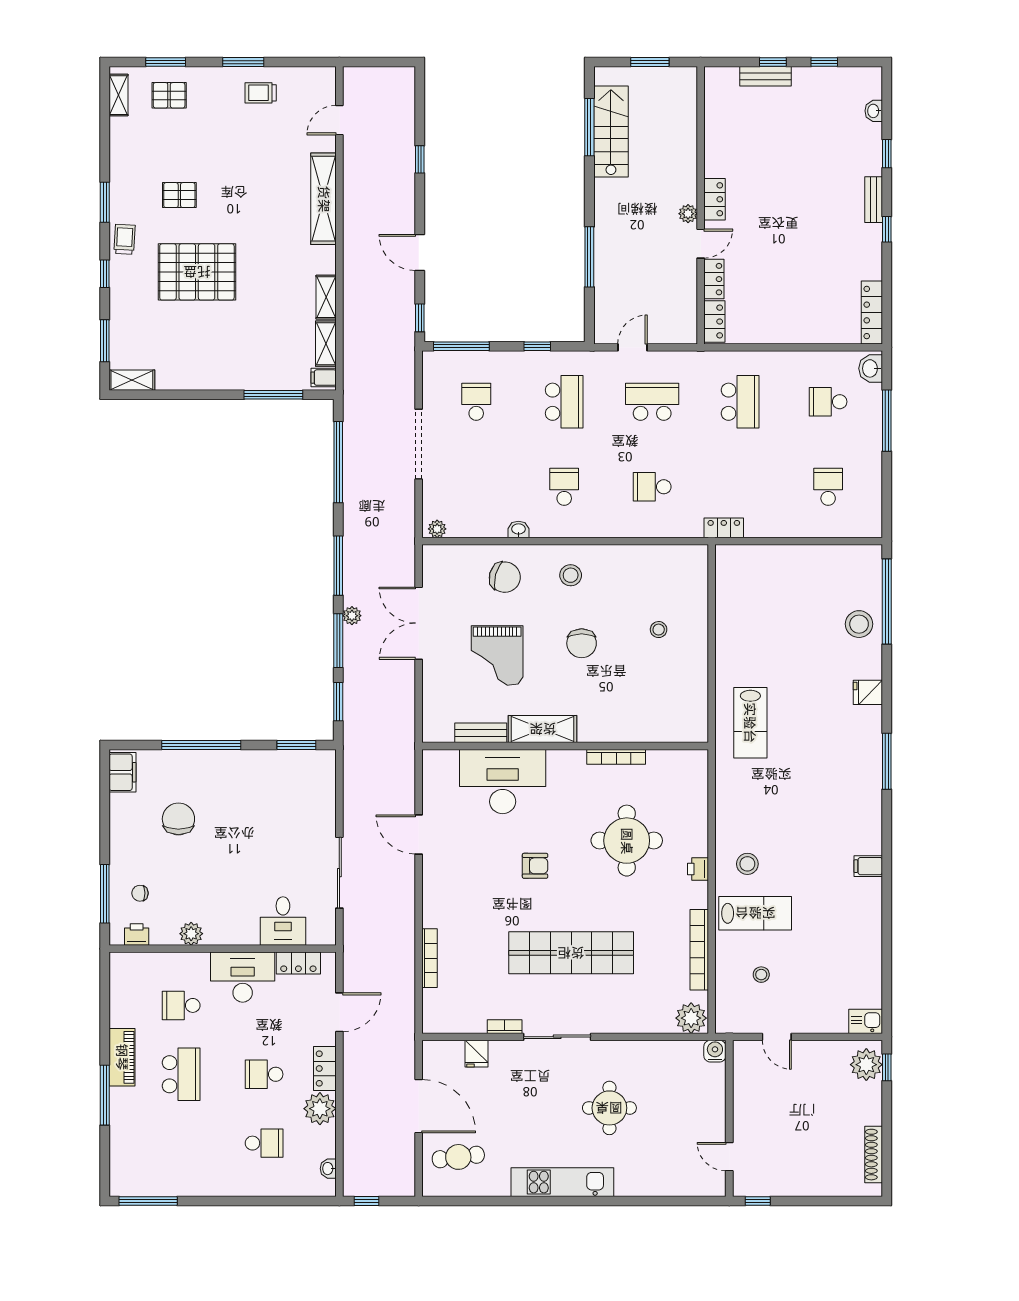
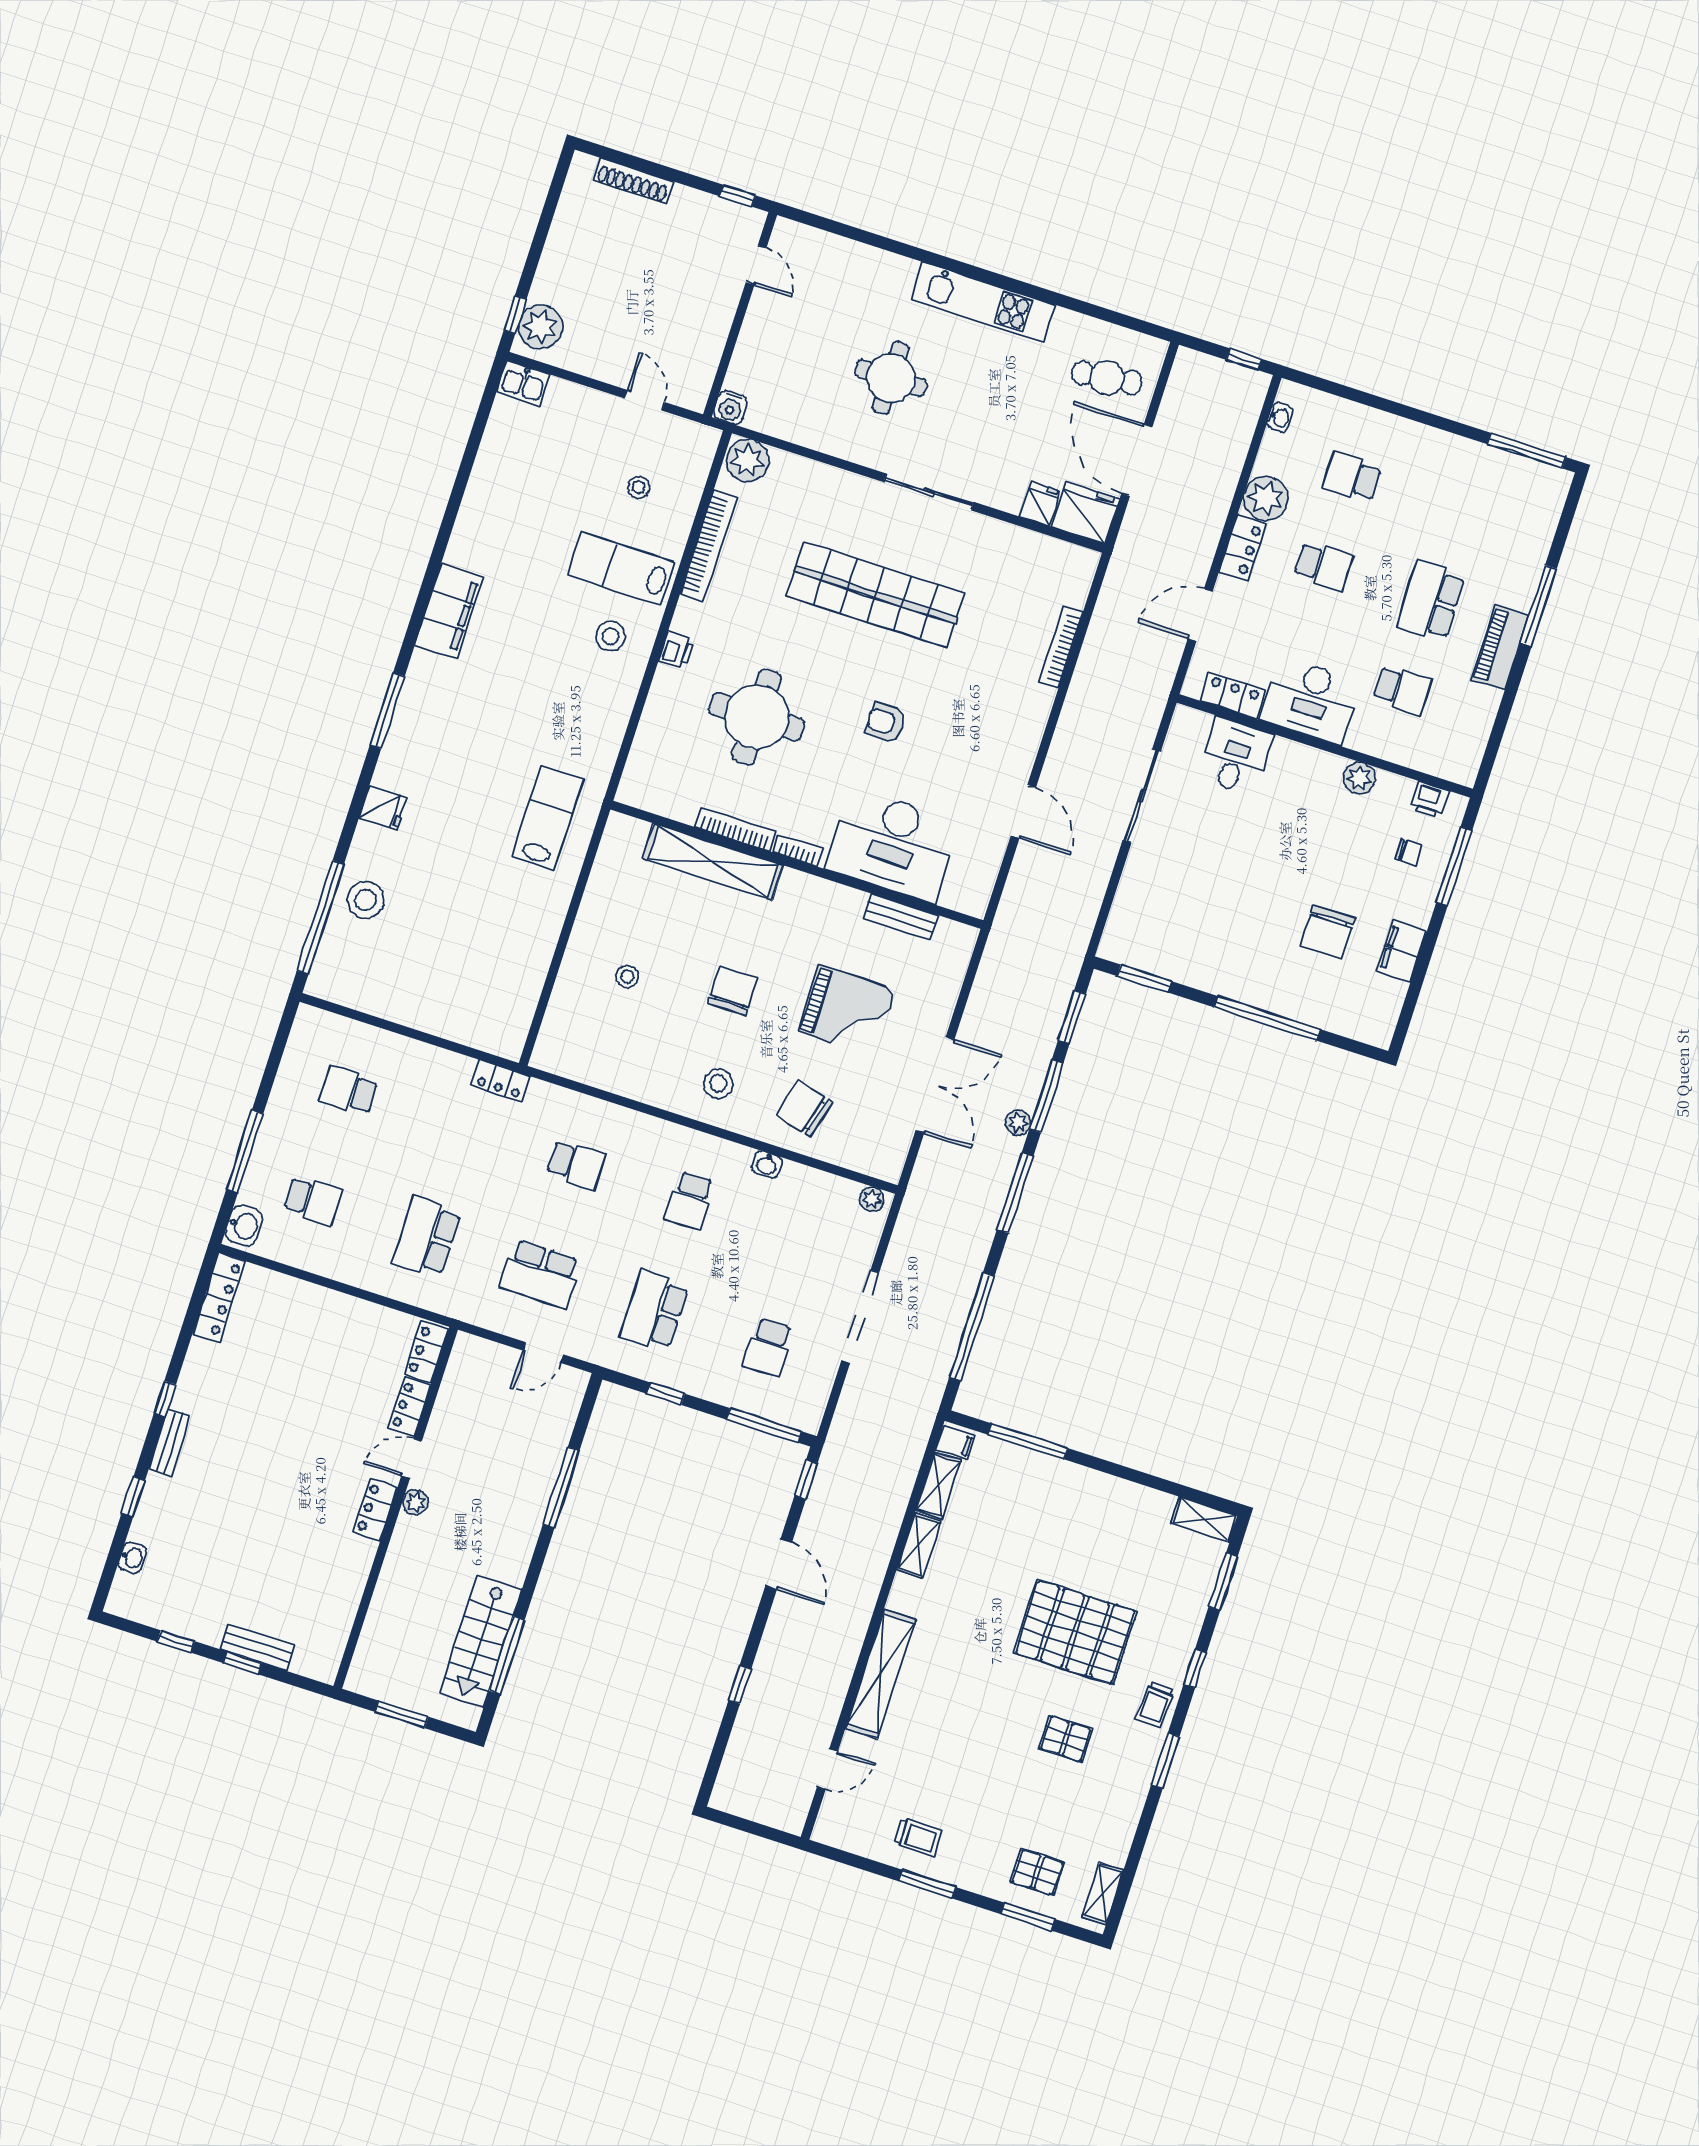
school desk: (828, 487) -> (348, 1090), turned 90
grand piano: (497, 656) -> (847, 1010), turned 90
shelving: (543, 729) -> (713, 862), moved, width x1.47
filing cabinet: (122, 772) -> (1401, 951), moved
filing cabinet: (868, 866) -> (449, 611), width x3.00, depth x1.17
bookcase: (505, 1027) -> (798, 851), moved, turned 180
fridge: (443, 1058) -> (1086, 513), added
shoe rack: (874, 1155) -> (633, 181), moved, turned 90

